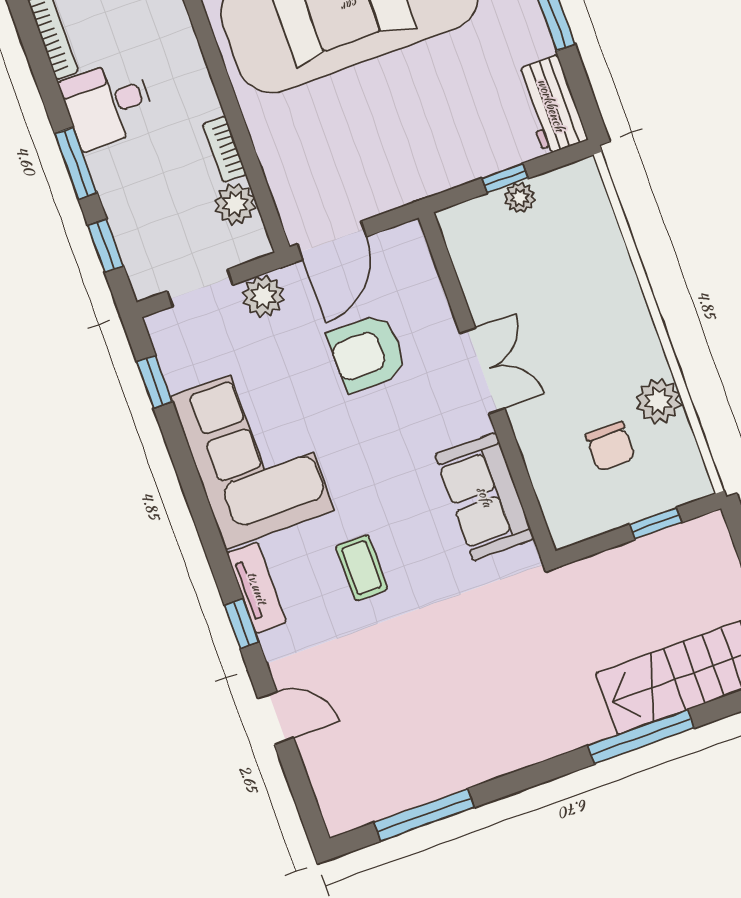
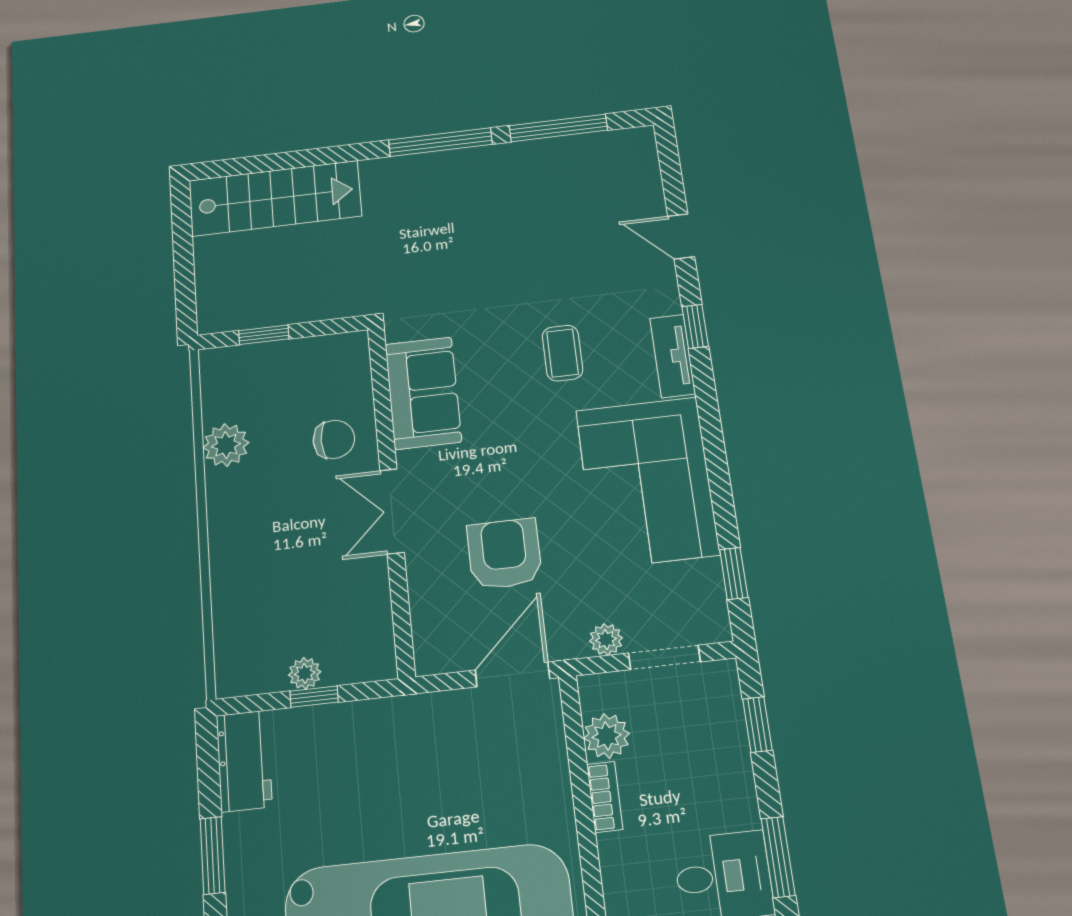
window: (76, 163) -> (778, 857), moved
plant: (263, 296) -> (606, 639), width x0.73, depth x0.73
armchair: (367, 353) -> (504, 554), turned -90
chair: (610, 446) -> (334, 439), moved, turned 90
window: (641, 737) -> (440, 142), moved

